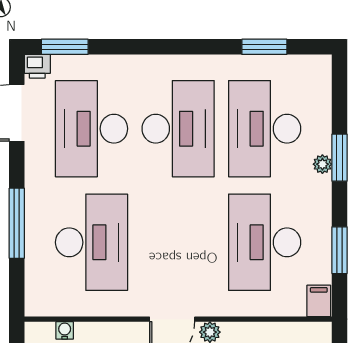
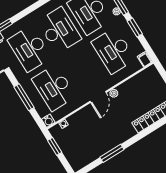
desk: (92, 242) -> (54, 88), turned 180
window: (339, 250) -> (135, 27), moved
water cooler: (37, 304) -> (48, 121), added

